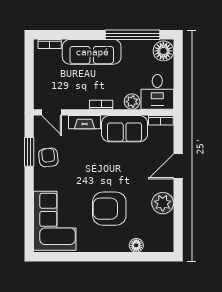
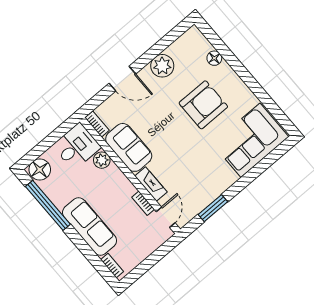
bookcase: (101, 105) -> (143, 203), moved
armchair: (48, 157) -> (204, 189), removed
armchair: (109, 209) -> (203, 105), turned -90

